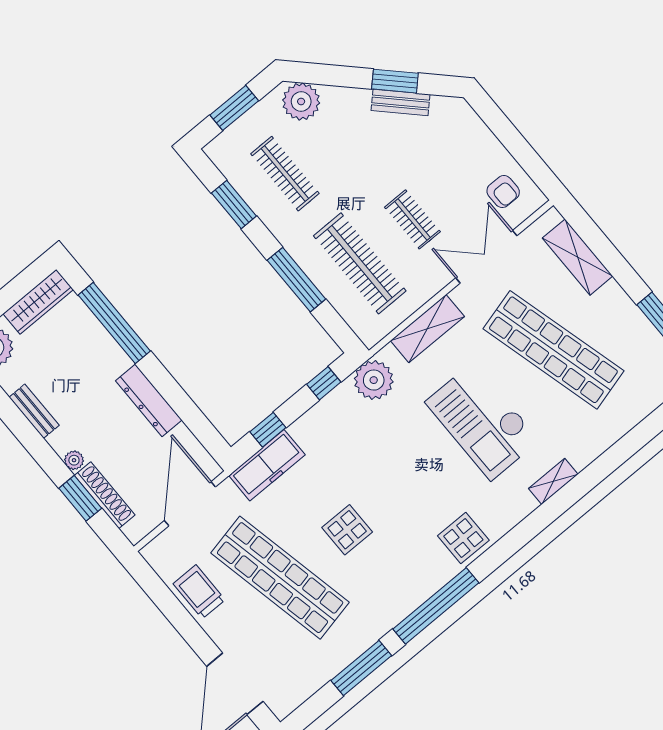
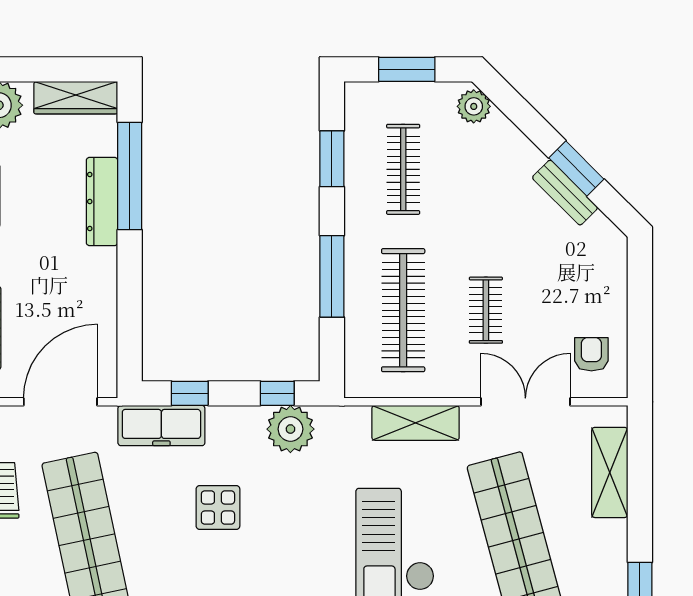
plant: (301, 102) -> (474, 106), width x0.73, depth x0.73
armchair: (503, 192) -> (591, 354), turned 180
plant: (374, 380) -> (290, 429), moved
dresser: (149, 400) -> (102, 202), moved
display table: (347, 530) -> (218, 507), moved

